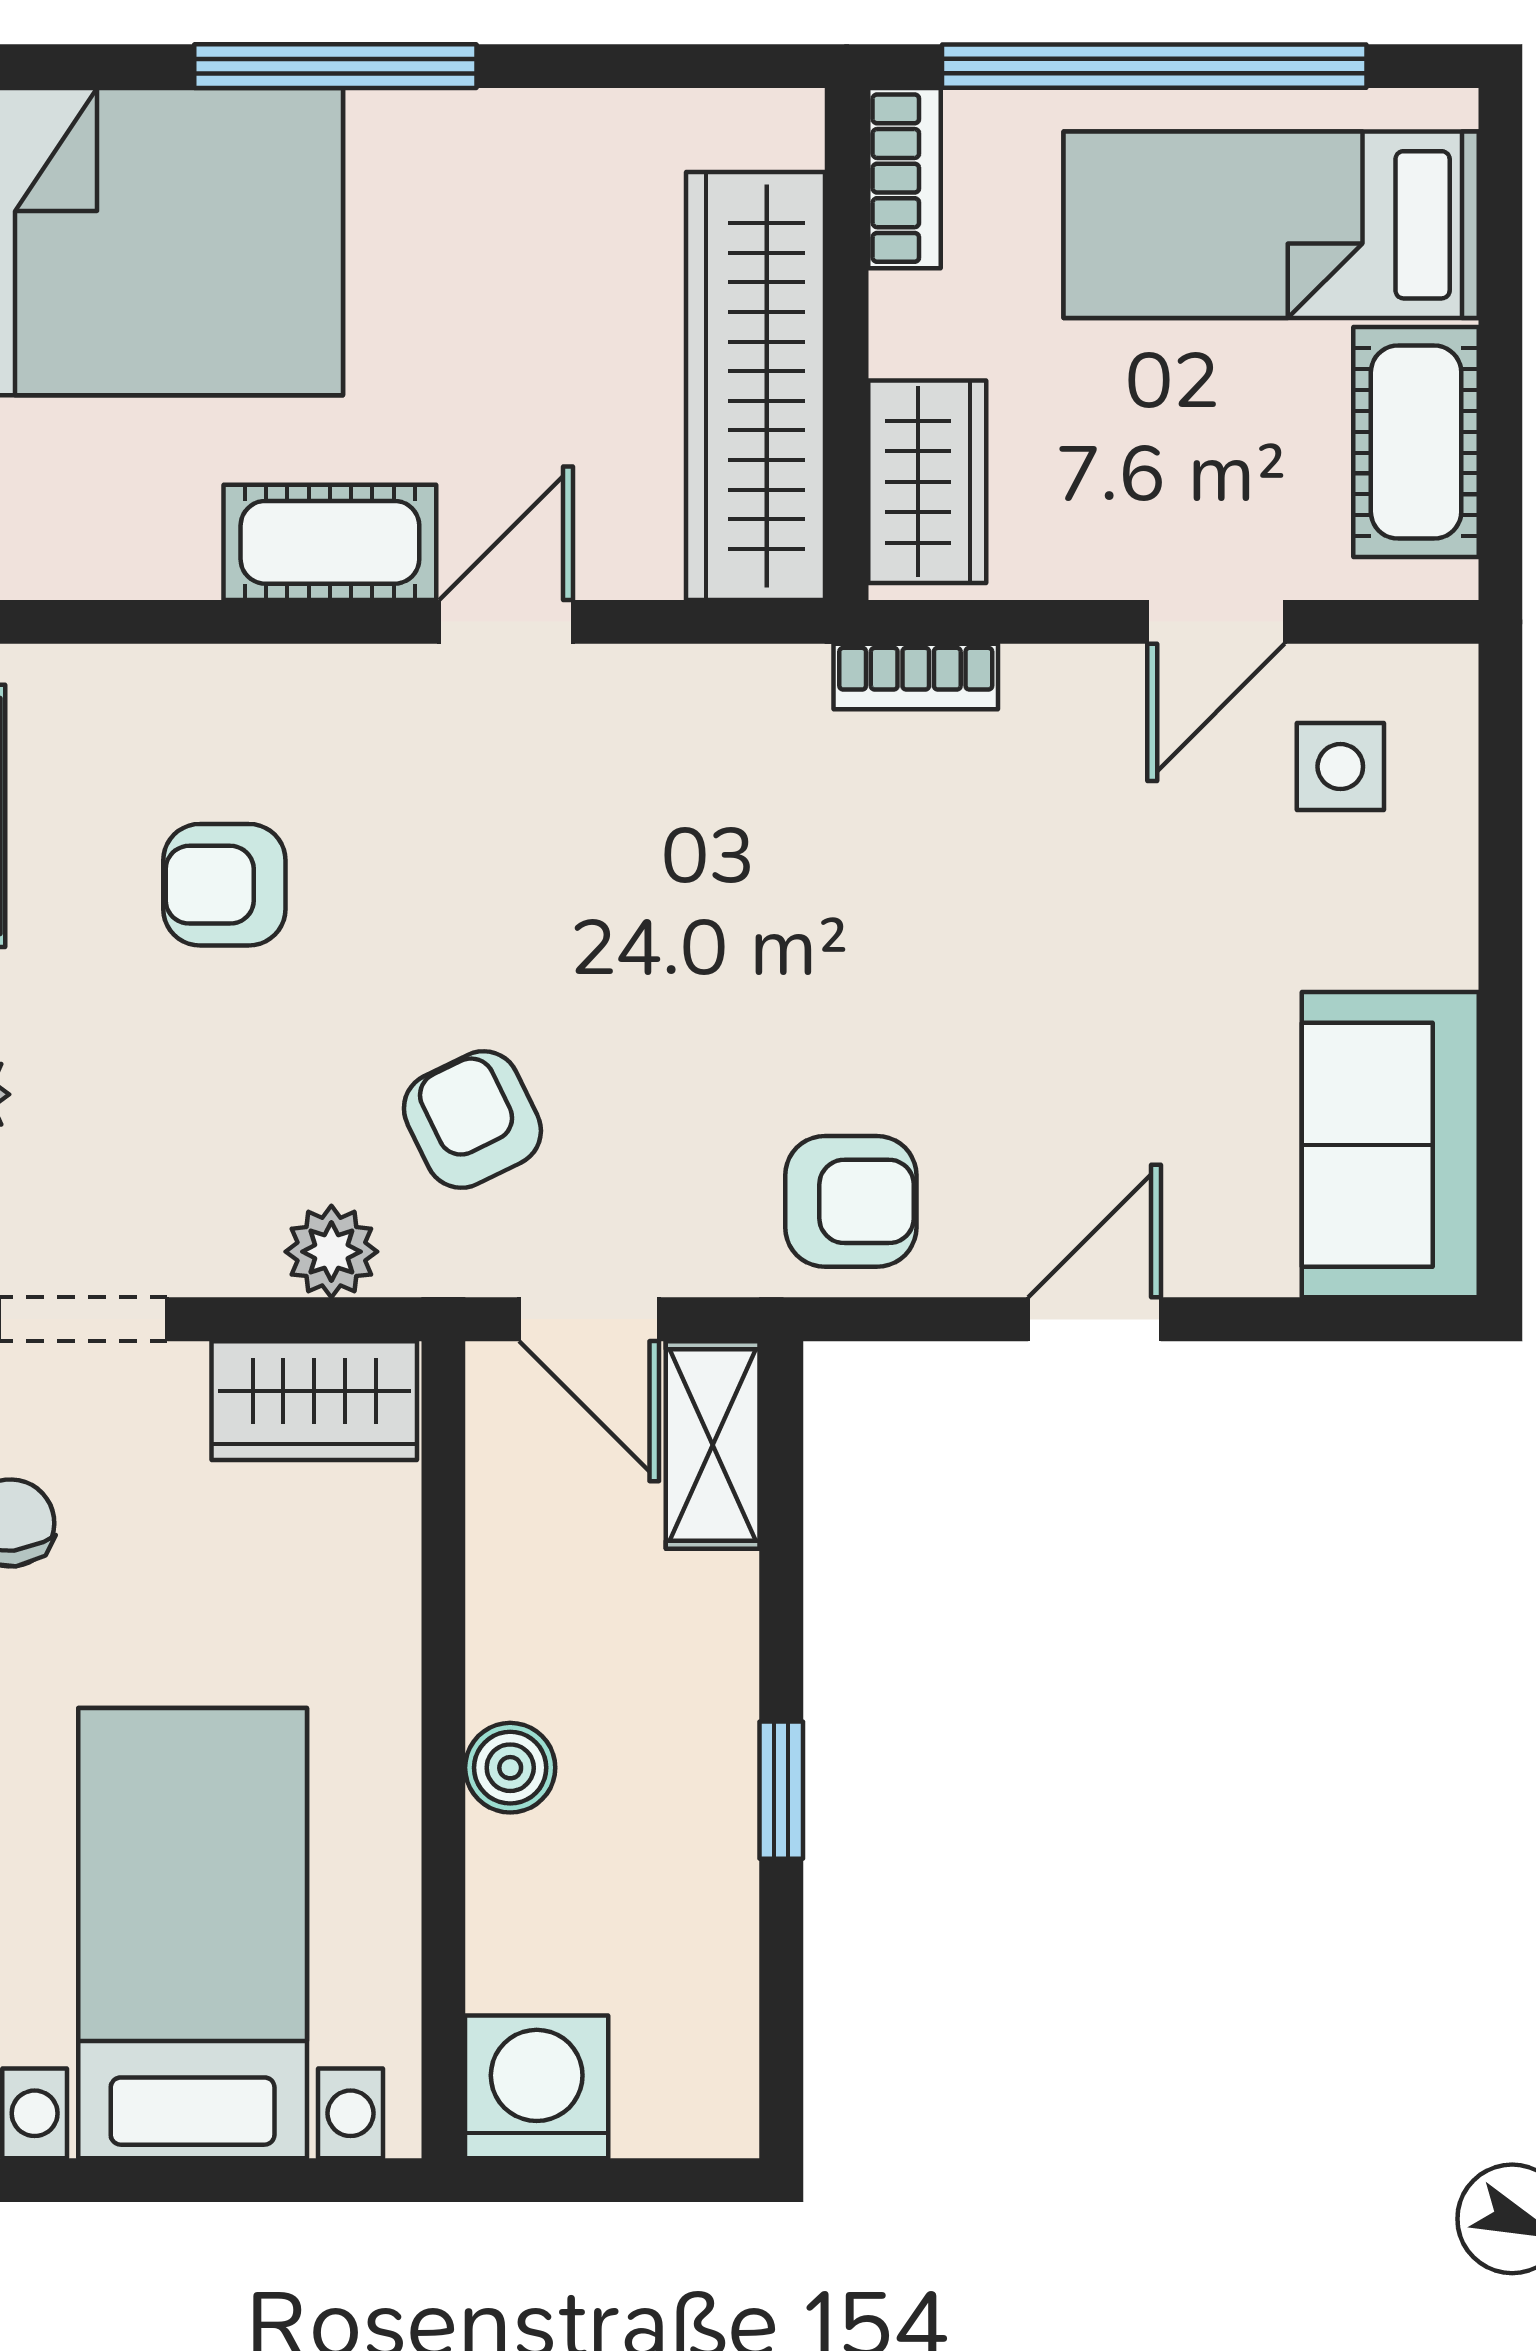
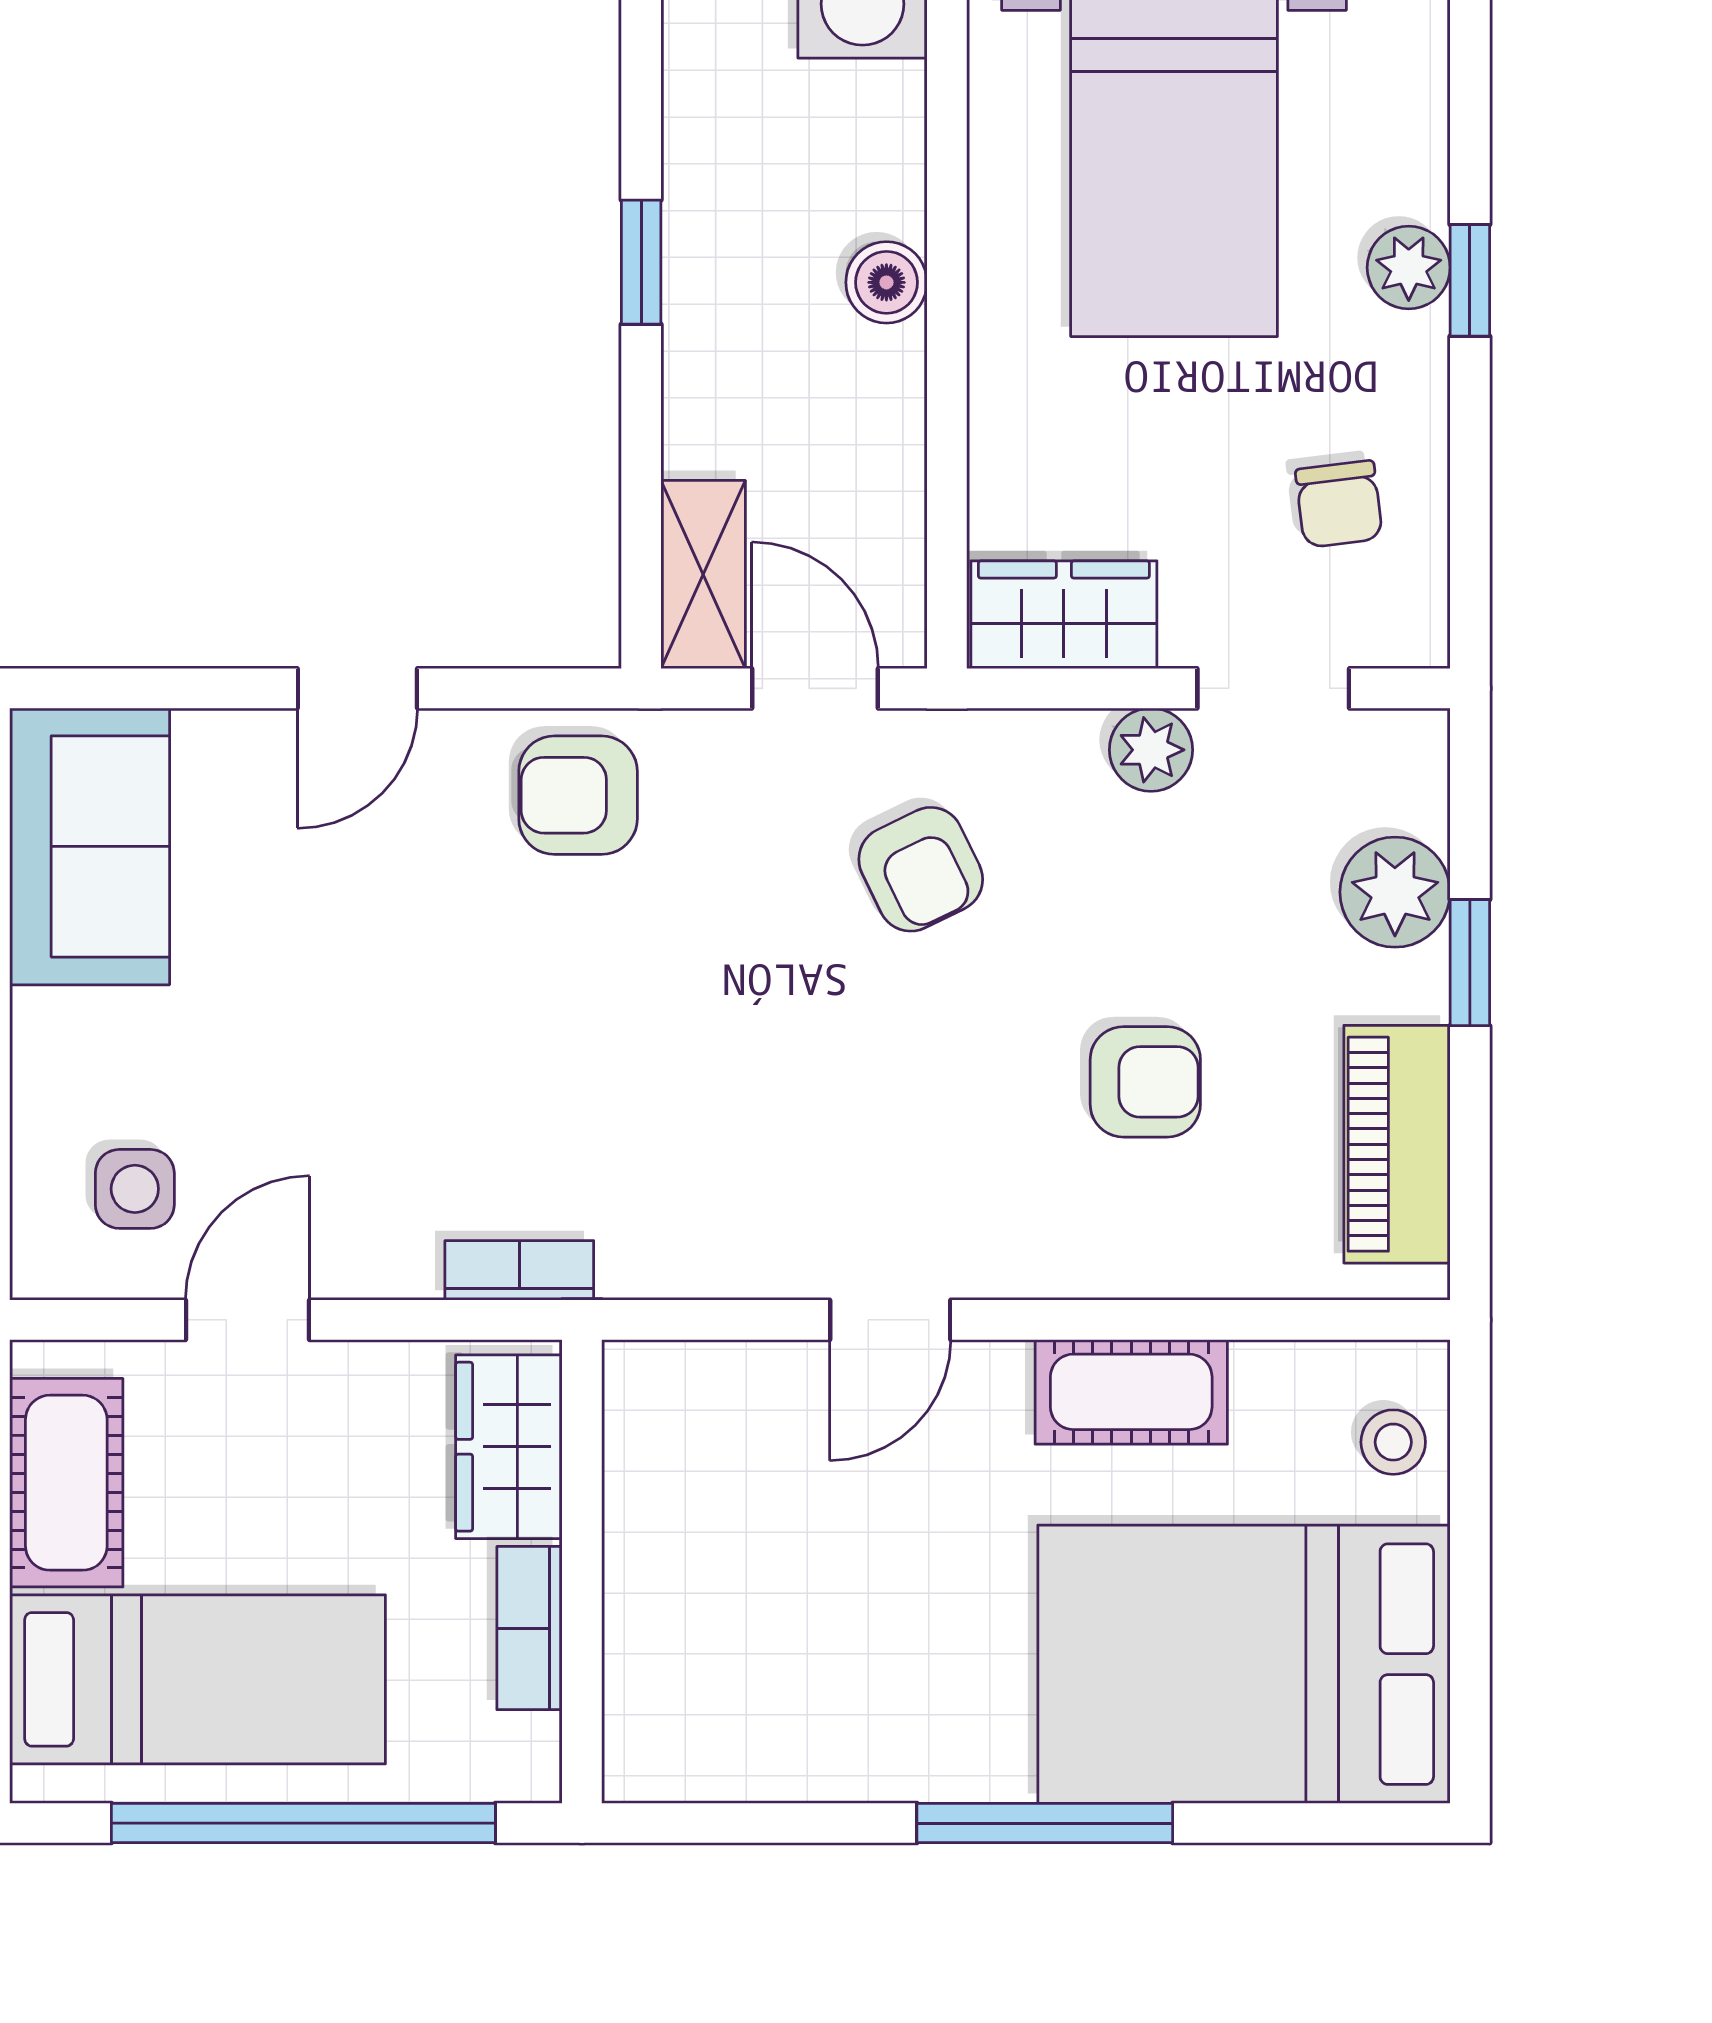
bookcase: (904, 178) -> (529, 1628), moved
wardrobe: (755, 386) -> (664, 1533), removed
cot: (330, 542) -> (1131, 1392), moved
plant: (331, 1252) -> (1151, 750), moved

